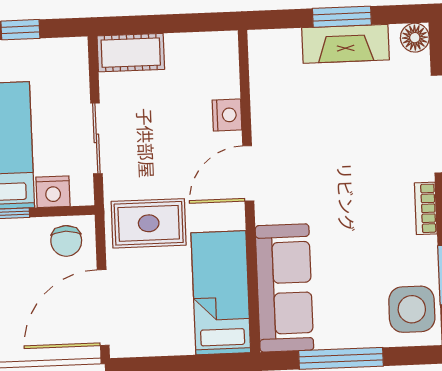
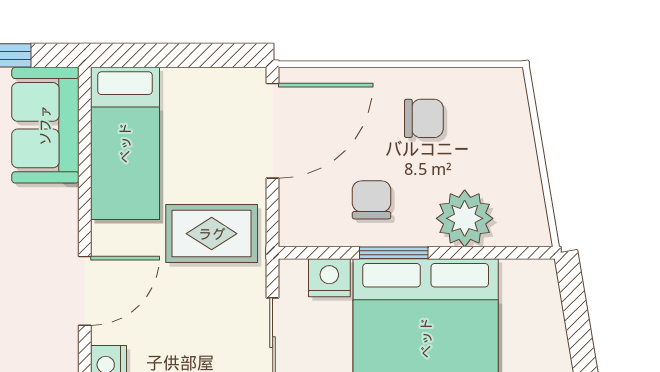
chair: (66, 241) -> (372, 200), moved
sofa: (284, 288) -> (45, 125), width x0.73

